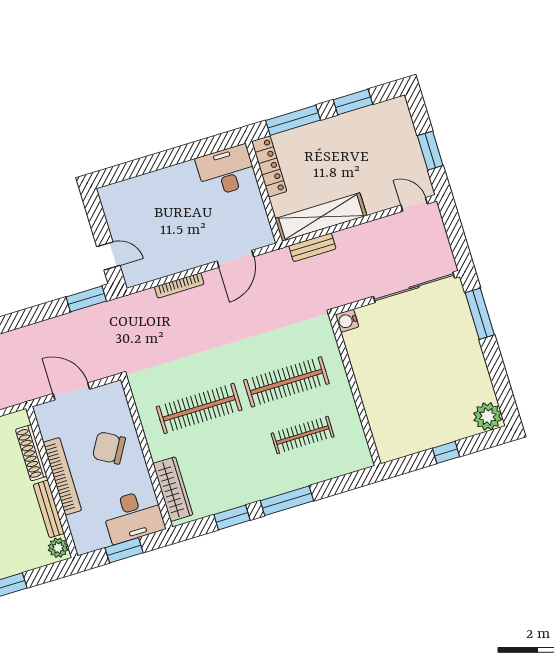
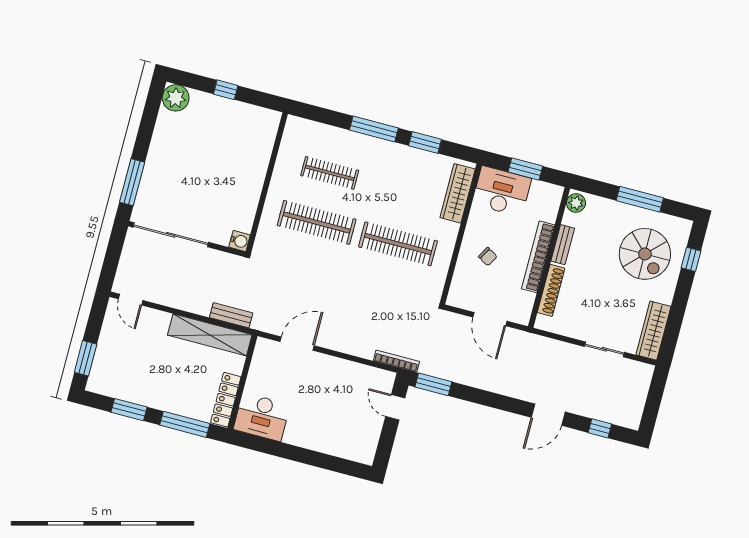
window: (430, 151) -> (86, 358), moved
bookcase: (179, 285) -> (396, 361), moved
chair: (109, 448) -> (488, 257), width x0.54, depth x0.54
bench: (49, 509) -> (563, 245), width x0.73

